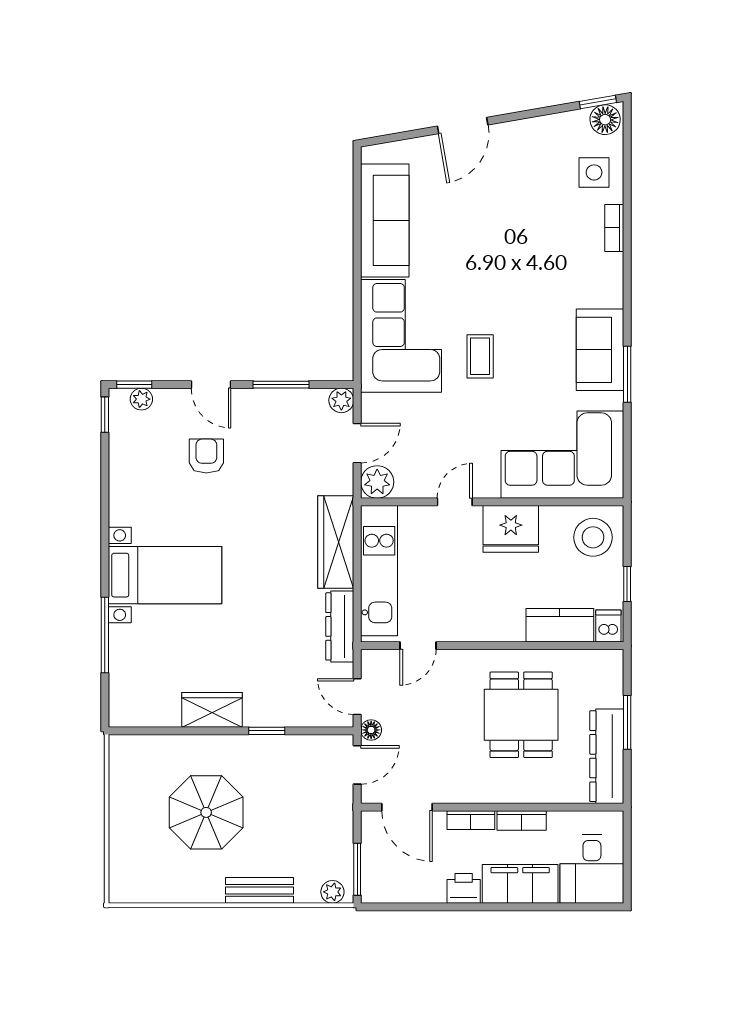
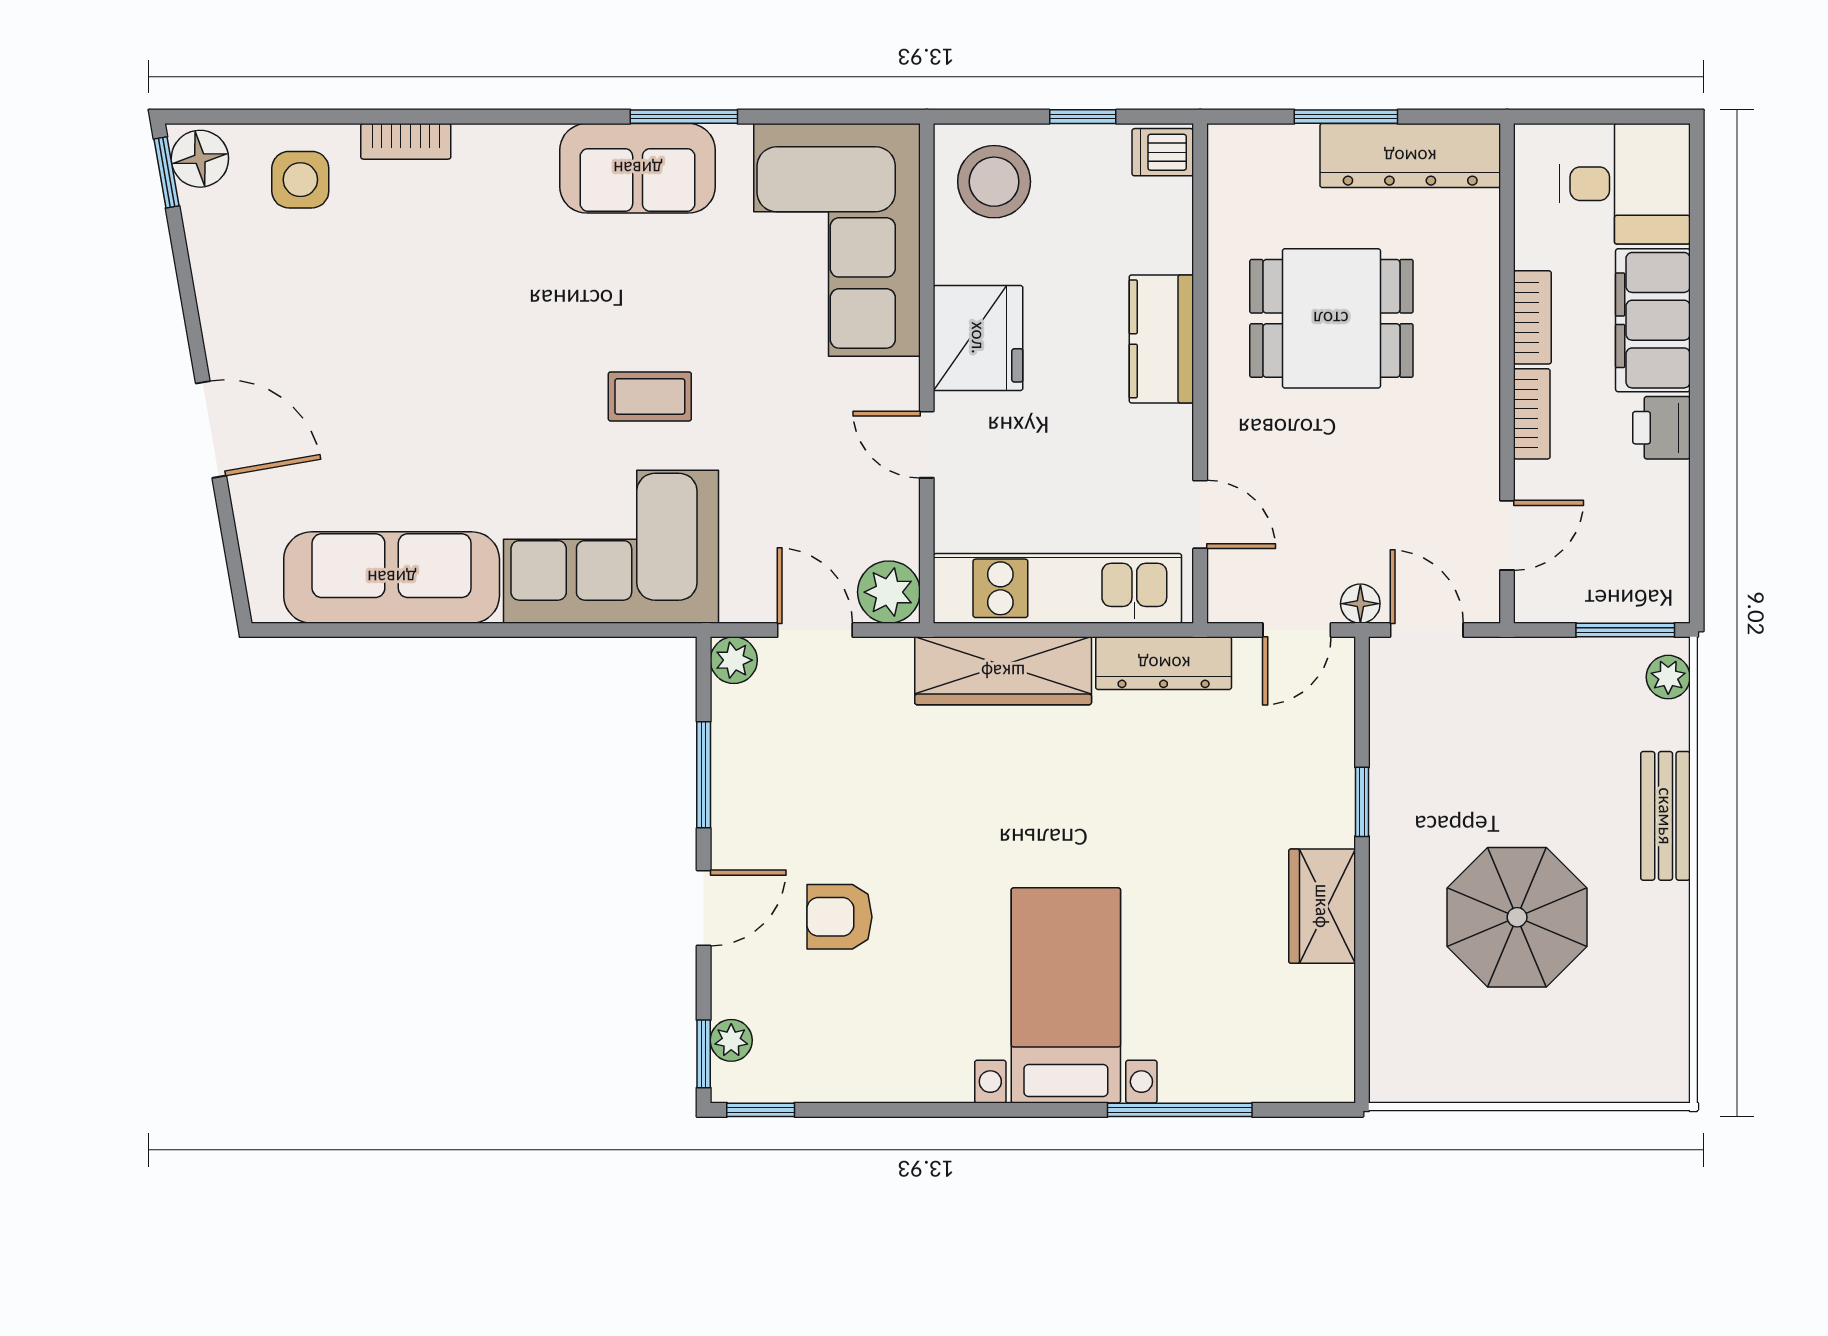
kitchen counter: (560, 625) -> (1161, 339), moved
door: (407, 807) -> (1507, 535), width x0.73

